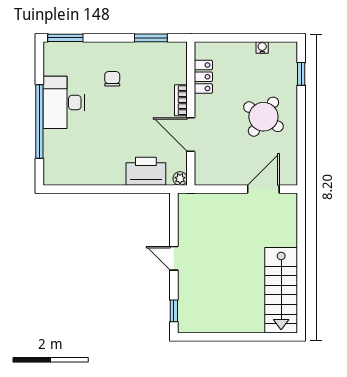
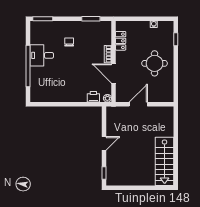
desk: (64, 102) -> (42, 55), width x0.73
round table: (263, 117) -> (155, 63), turned -34
printer: (146, 171) -> (93, 97), width x0.53, depth x0.68
door: (263, 189) -> (138, 104), moved
door: (174, 258) -> (104, 143), swing flipped

